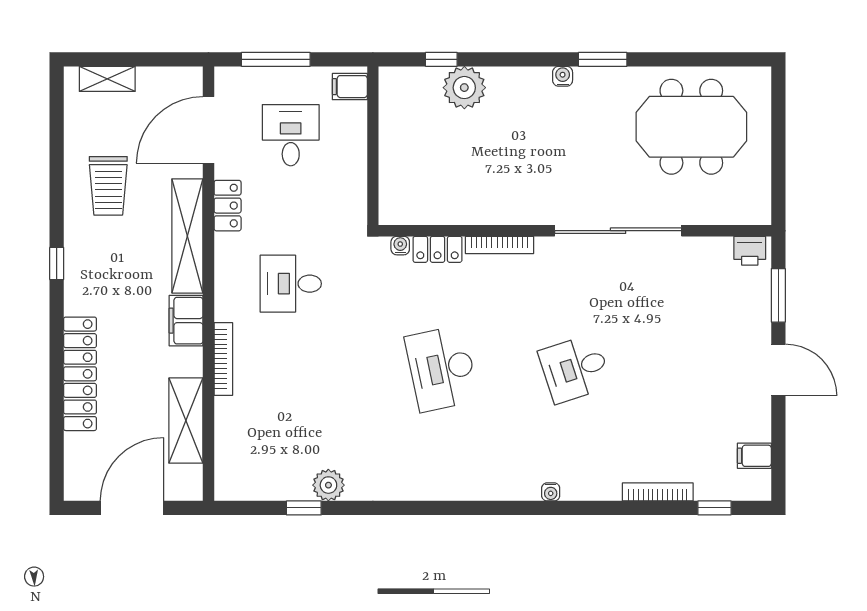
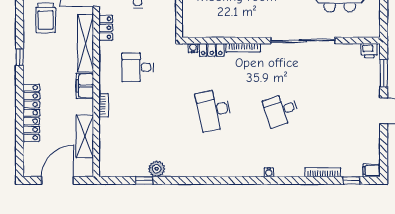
bookcase: (223, 359) -> (104, 105), width x0.64
filing cabinet: (754, 456) -> (372, 170), moved

